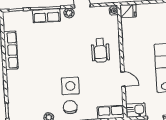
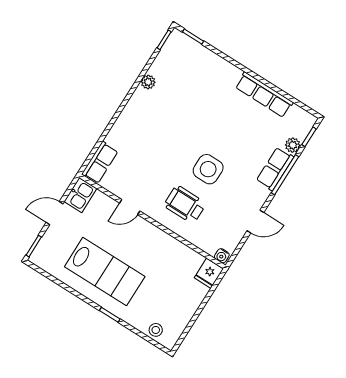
plant: (69, 13) -> (293, 145), moved
side table: (70, 86) -> (208, 169), moved
chair: (70, 107) -> (142, 117), removed

